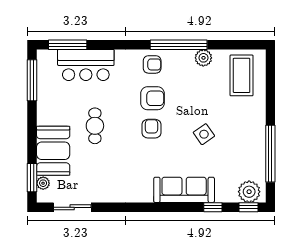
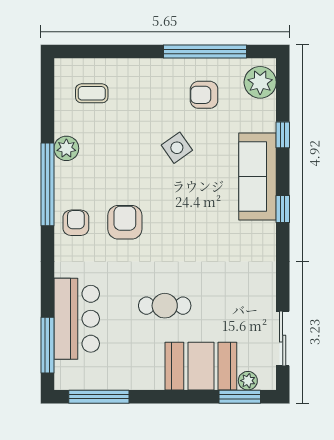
coffee table: (242, 75) -> (92, 93), width x0.54, depth x0.58
armchair: (151, 129) -> (204, 95), moved
window: (249, 207) -> (283, 209), moved

